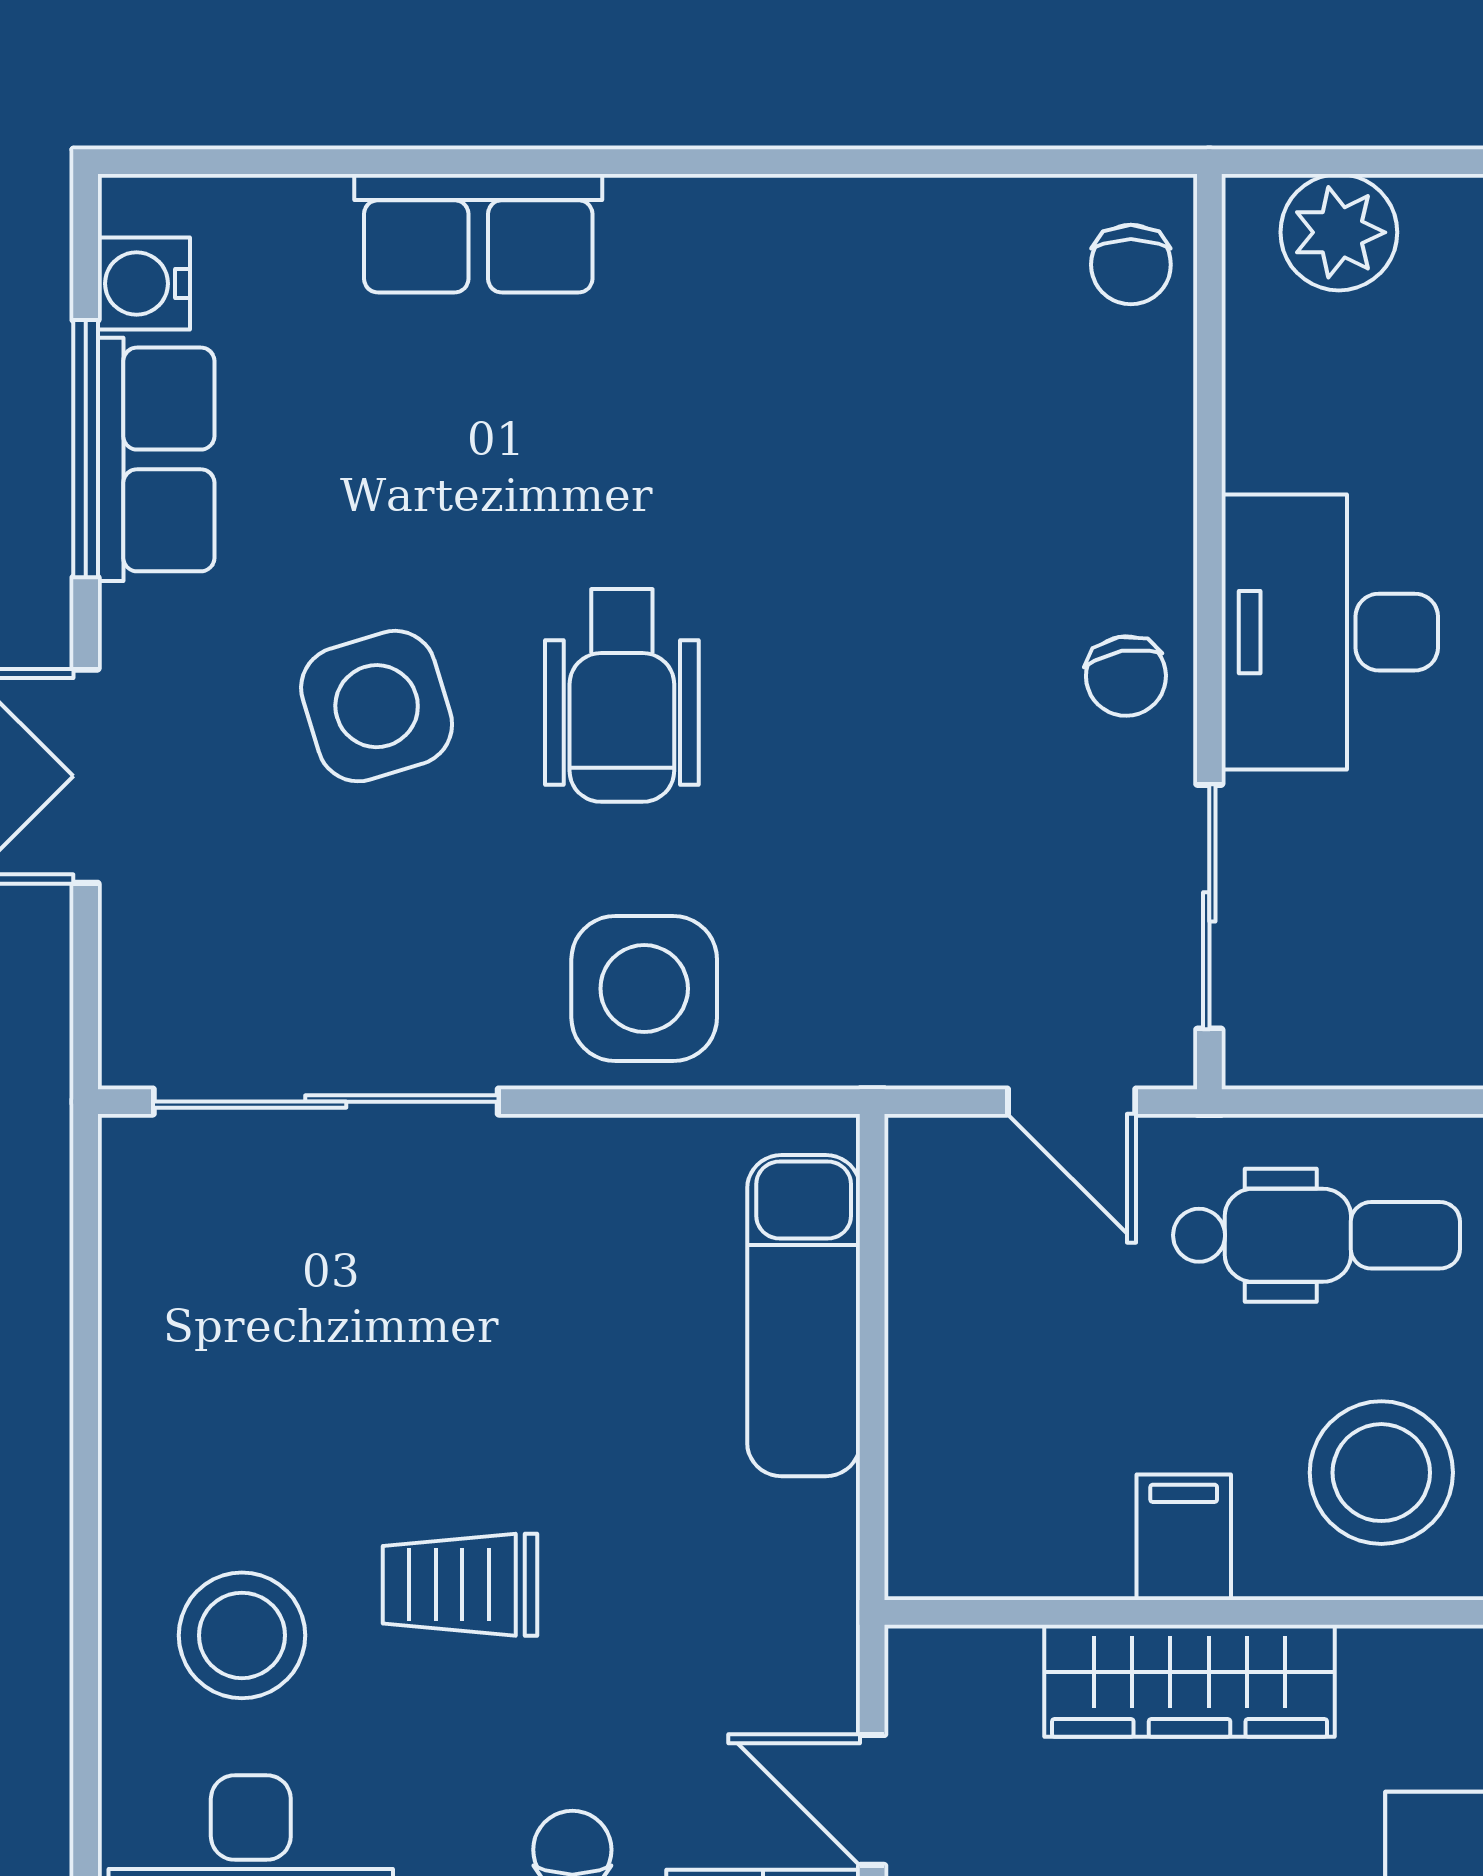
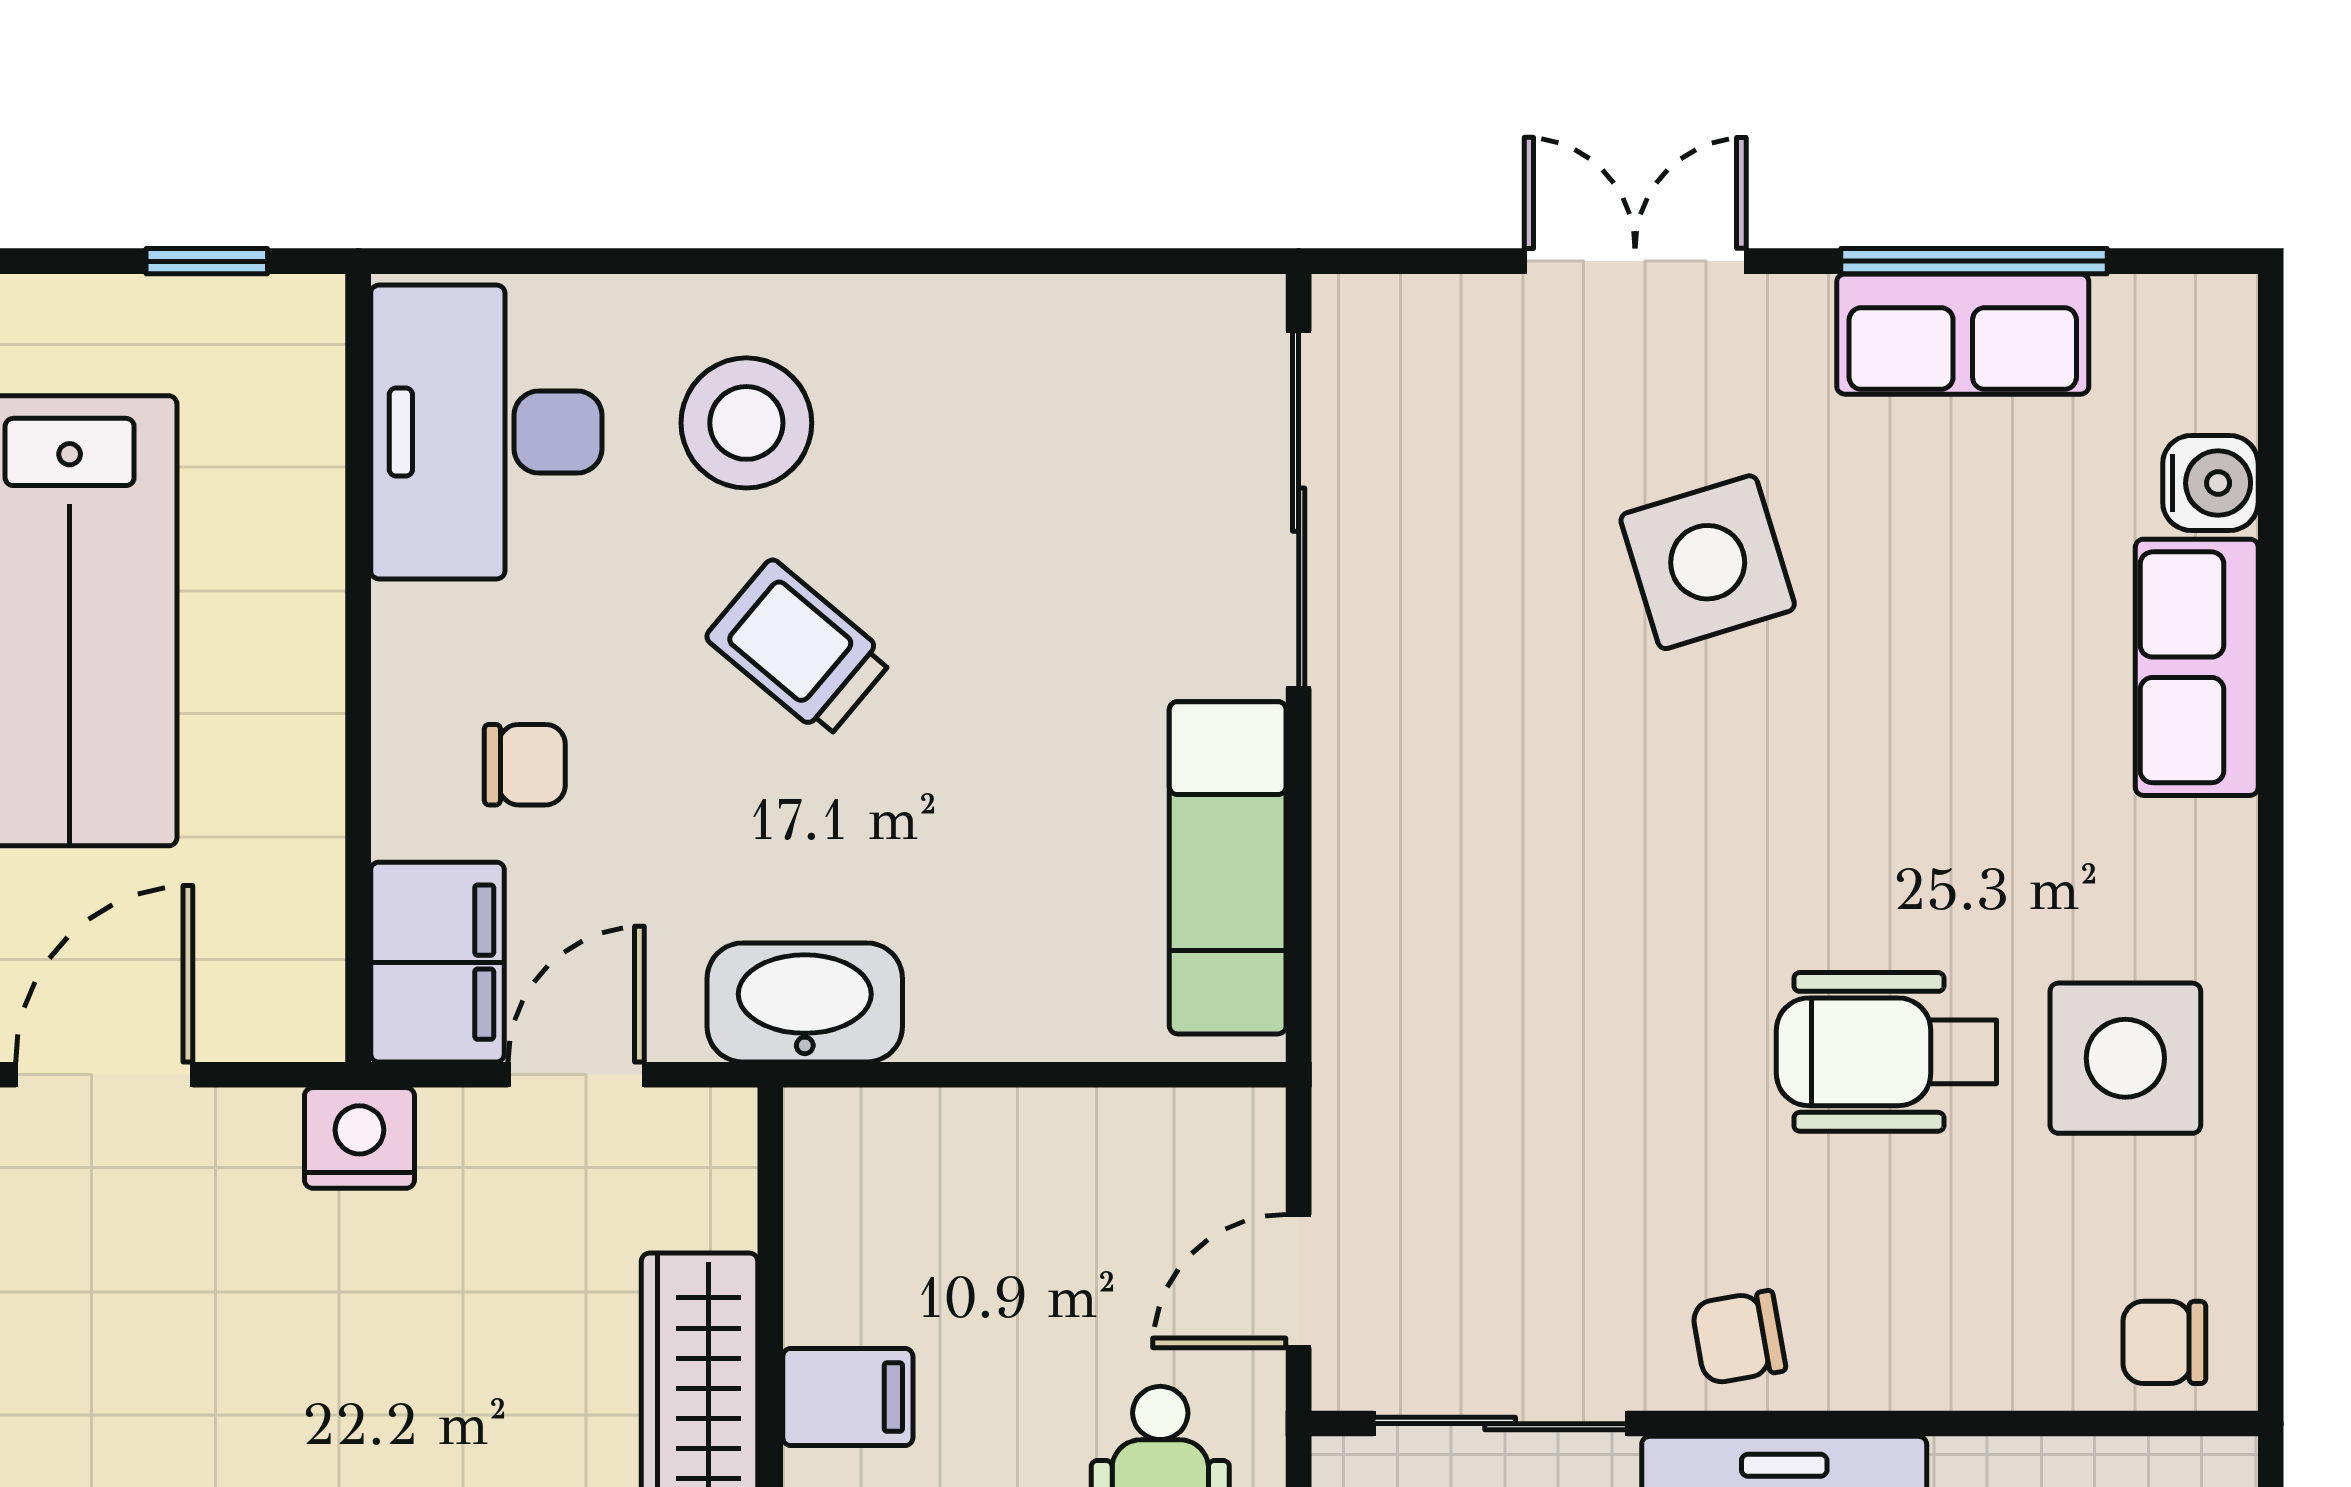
water cooler: (144, 284) -> (2210, 483), moved, turned 90
wheelchair: (622, 695) -> (1887, 1052), moved
side table: (644, 989) -> (2125, 1058), moved
exam couch: (804, 1316) -> (1228, 868), moved, turned -90
washbasin: (802, 1579) -> (805, 1002), added
trolley: (460, 1585) -> (799, 648), turned -50

